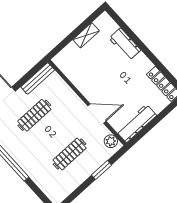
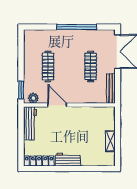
workbench: (125, 44) -> (68, 160), moved
door: (97, 114) -> (57, 105), swing flipped
window: (101, 170) -> (21, 90), moved

